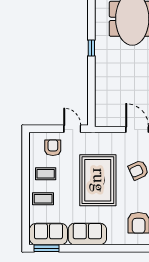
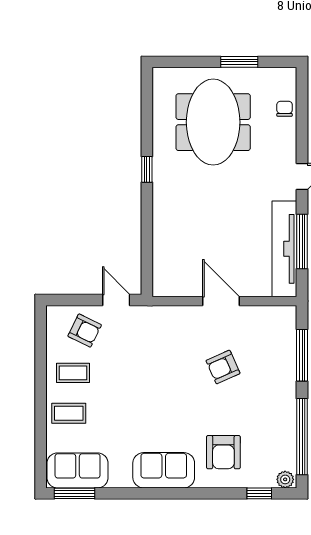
armchair: (53, 148) -> (85, 331), turned 116
rug: (98, 180) -> (157, 383), removed
sofa: (87, 234) -> (164, 470), moved

